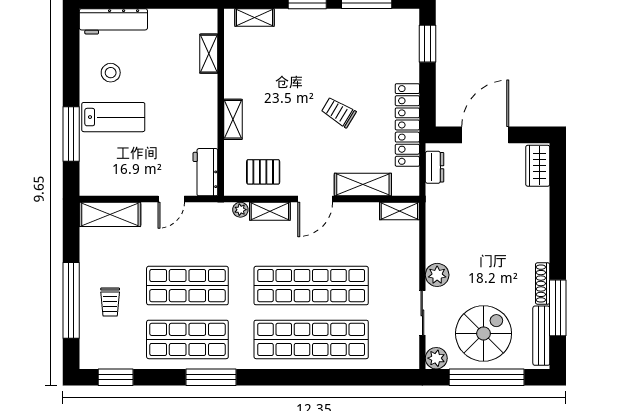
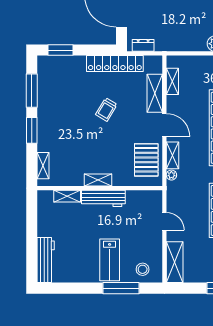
stool: (111, 73) -> (143, 269), moved
lab bench: (113, 117) -> (110, 260), turned 180
shelving: (233, 119) -> (98, 180), moved
workbench: (205, 172) -> (103, 198), moved, width x1.38
pallet: (263, 172) -> (146, 160), width x1.50, depth x1.42
shelving: (399, 211) -> (172, 81), moved

